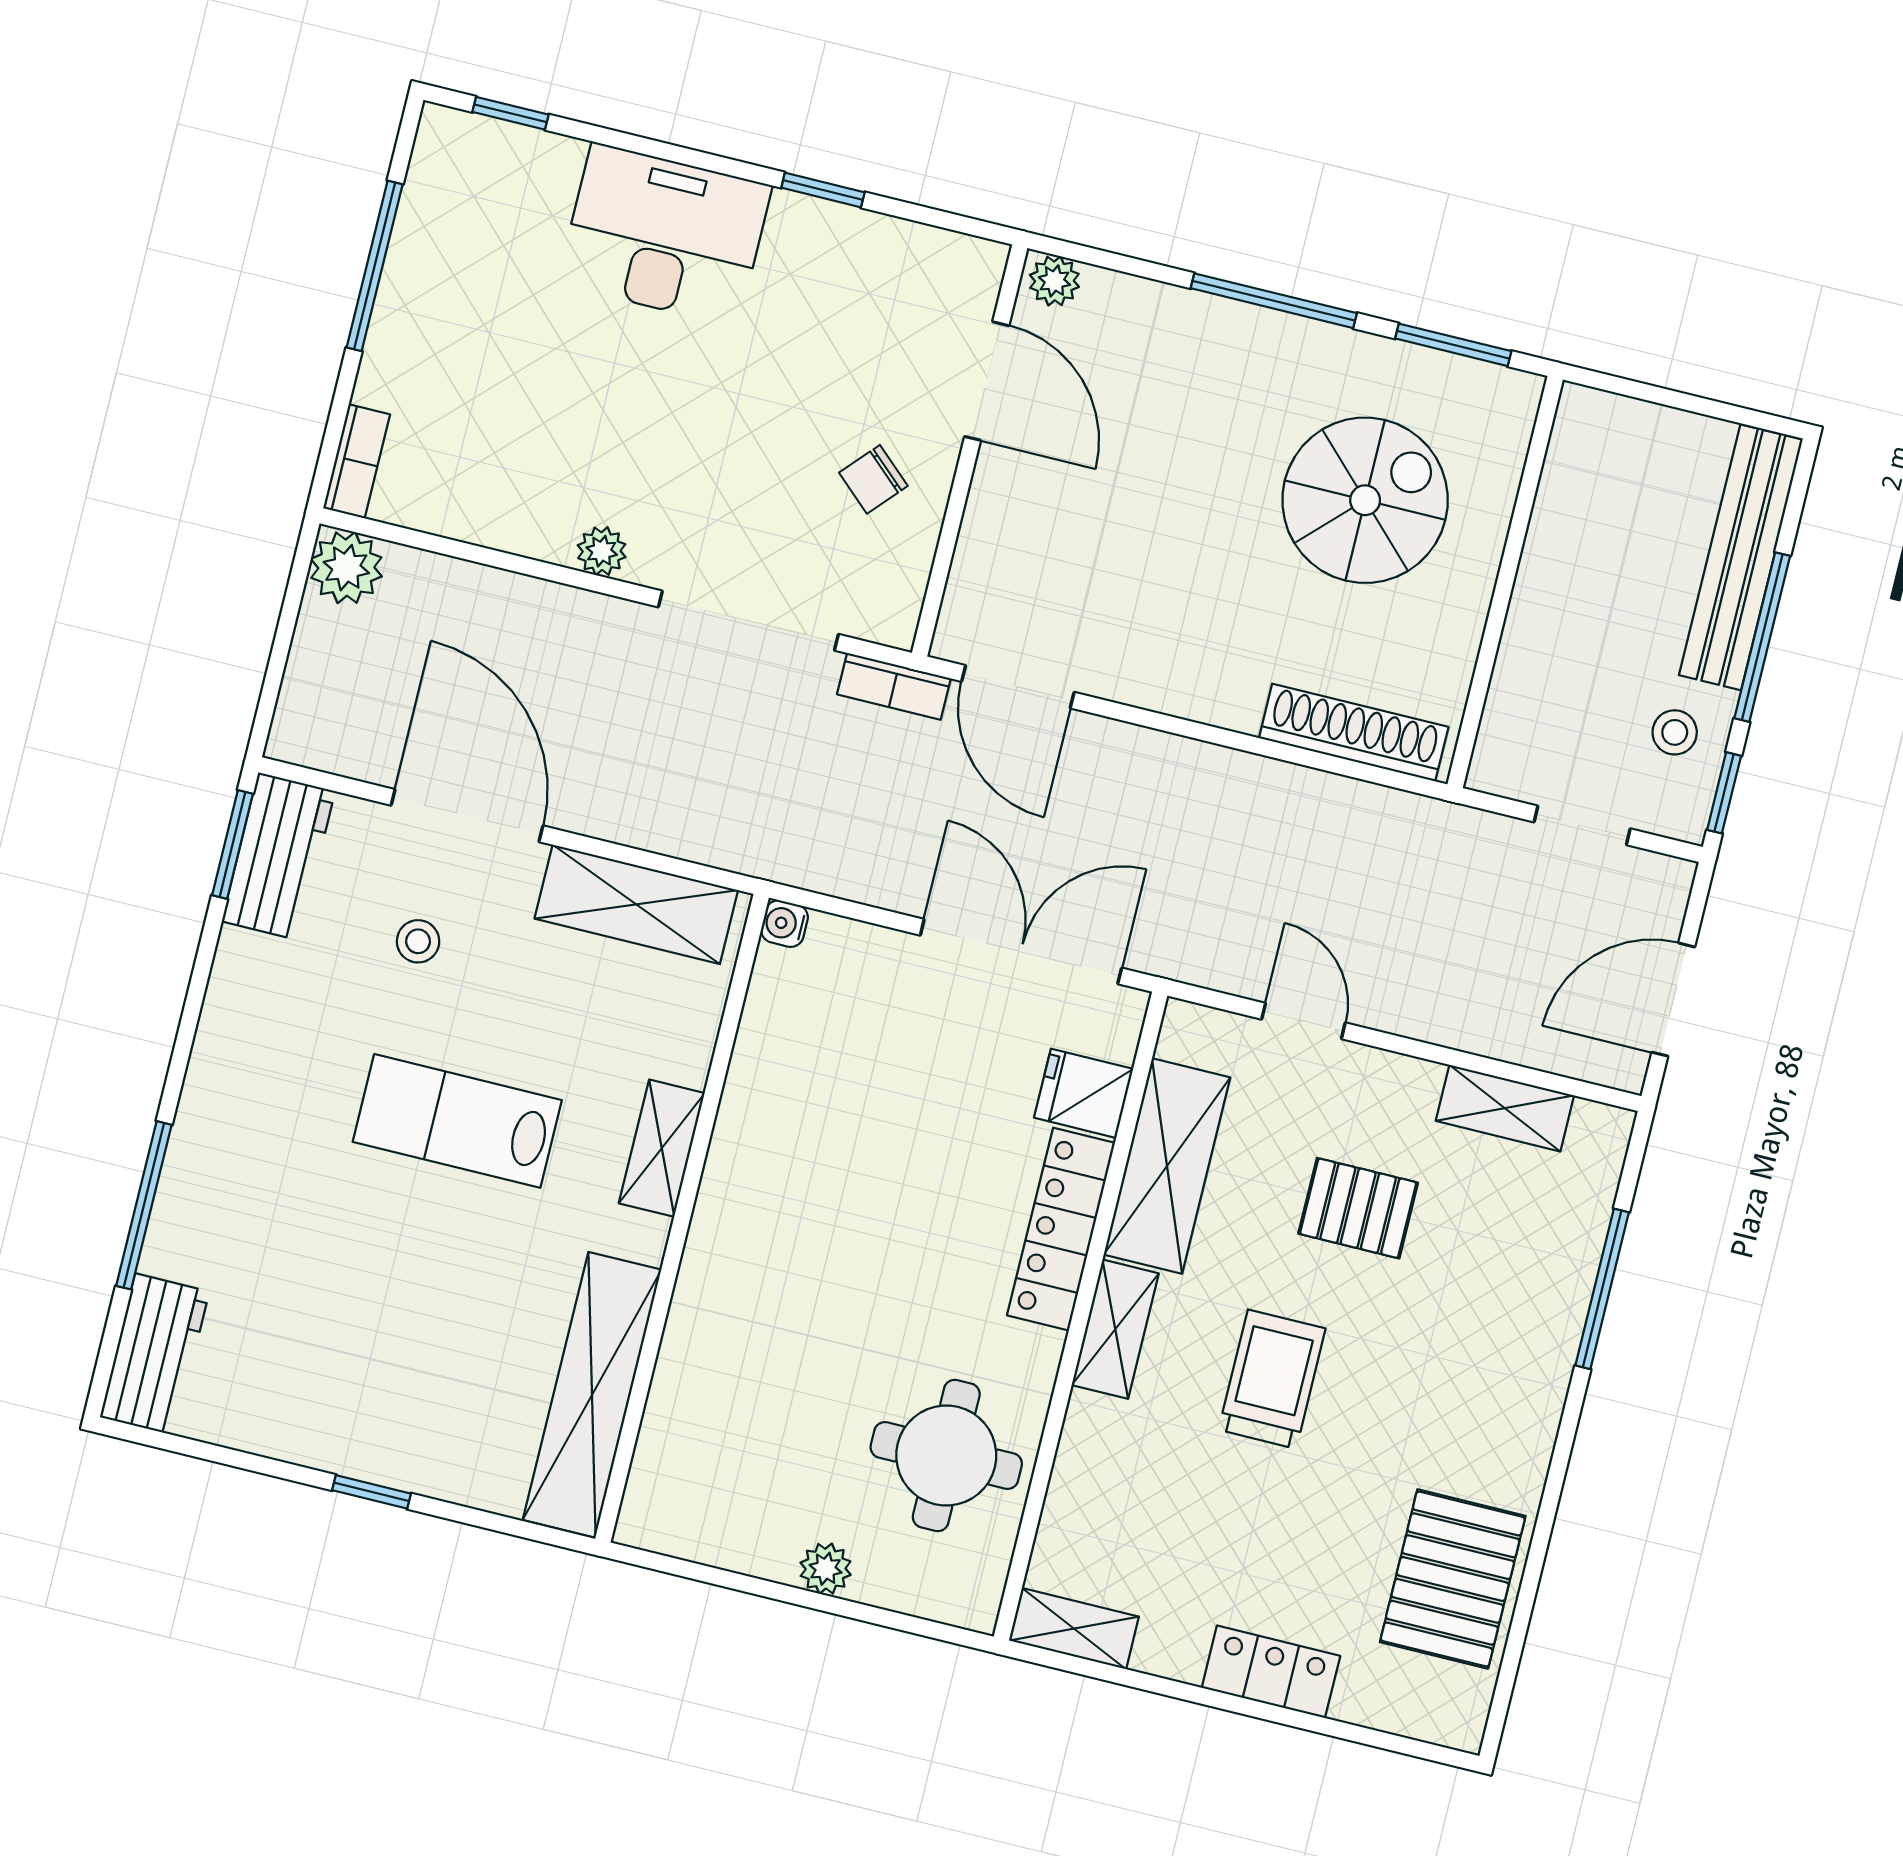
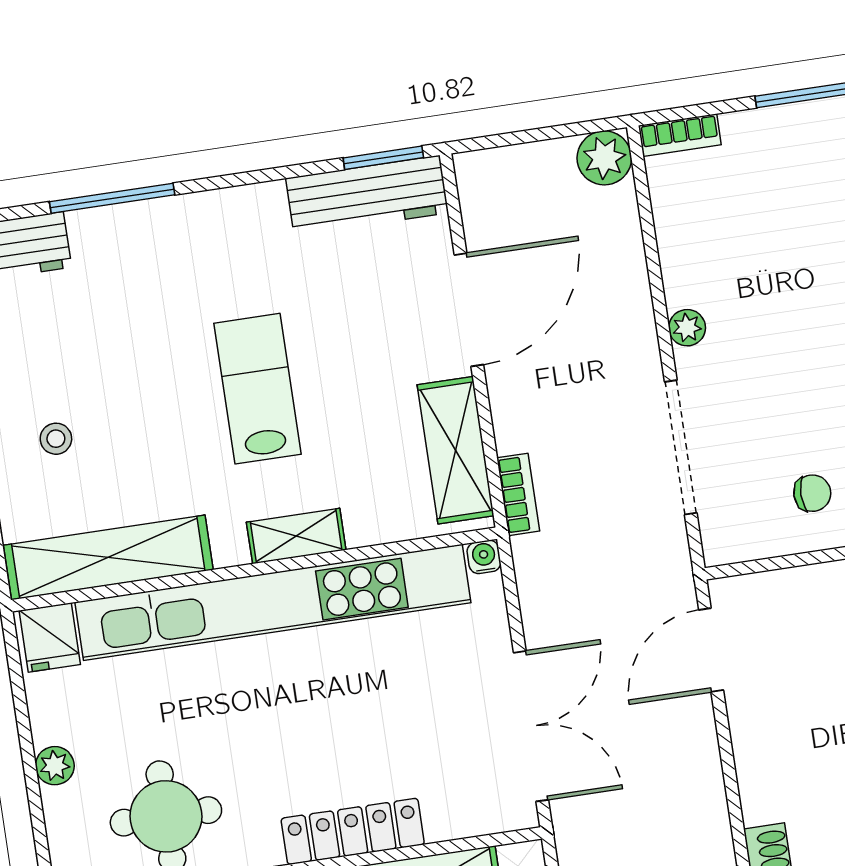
chair: (873, 479) -> (812, 493), turned 138
bookcase: (894, 686) -> (518, 494), moved, turned 180
workbench: (278, 856) -> (367, 196), width x1.38
stool: (418, 941) -> (56, 439), moved
fridge: (1084, 1093) -> (50, 637), moved, turned 180
kitchen unit: (733, 1211) -> (273, 602), added

